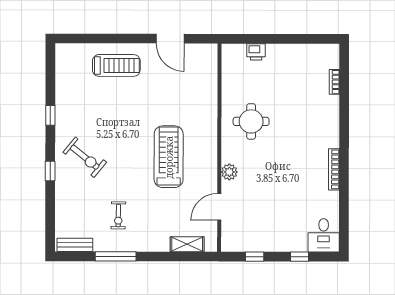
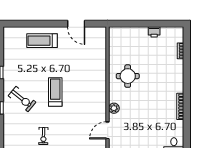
printer: (256, 52) -> (154, 32), moved
treadmill: (116, 65) -> (42, 41), turned 180
treadmill: (169, 157) -> (55, 92), moved, width x0.73, depth x0.73

